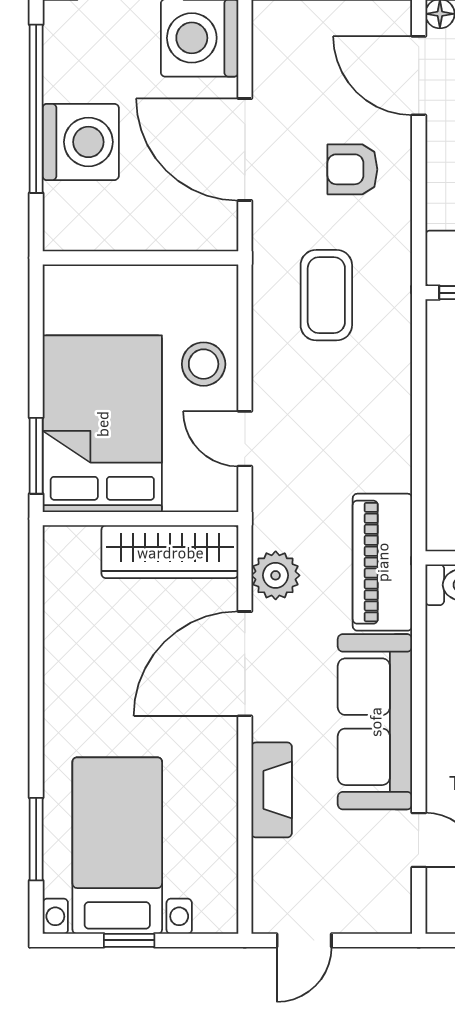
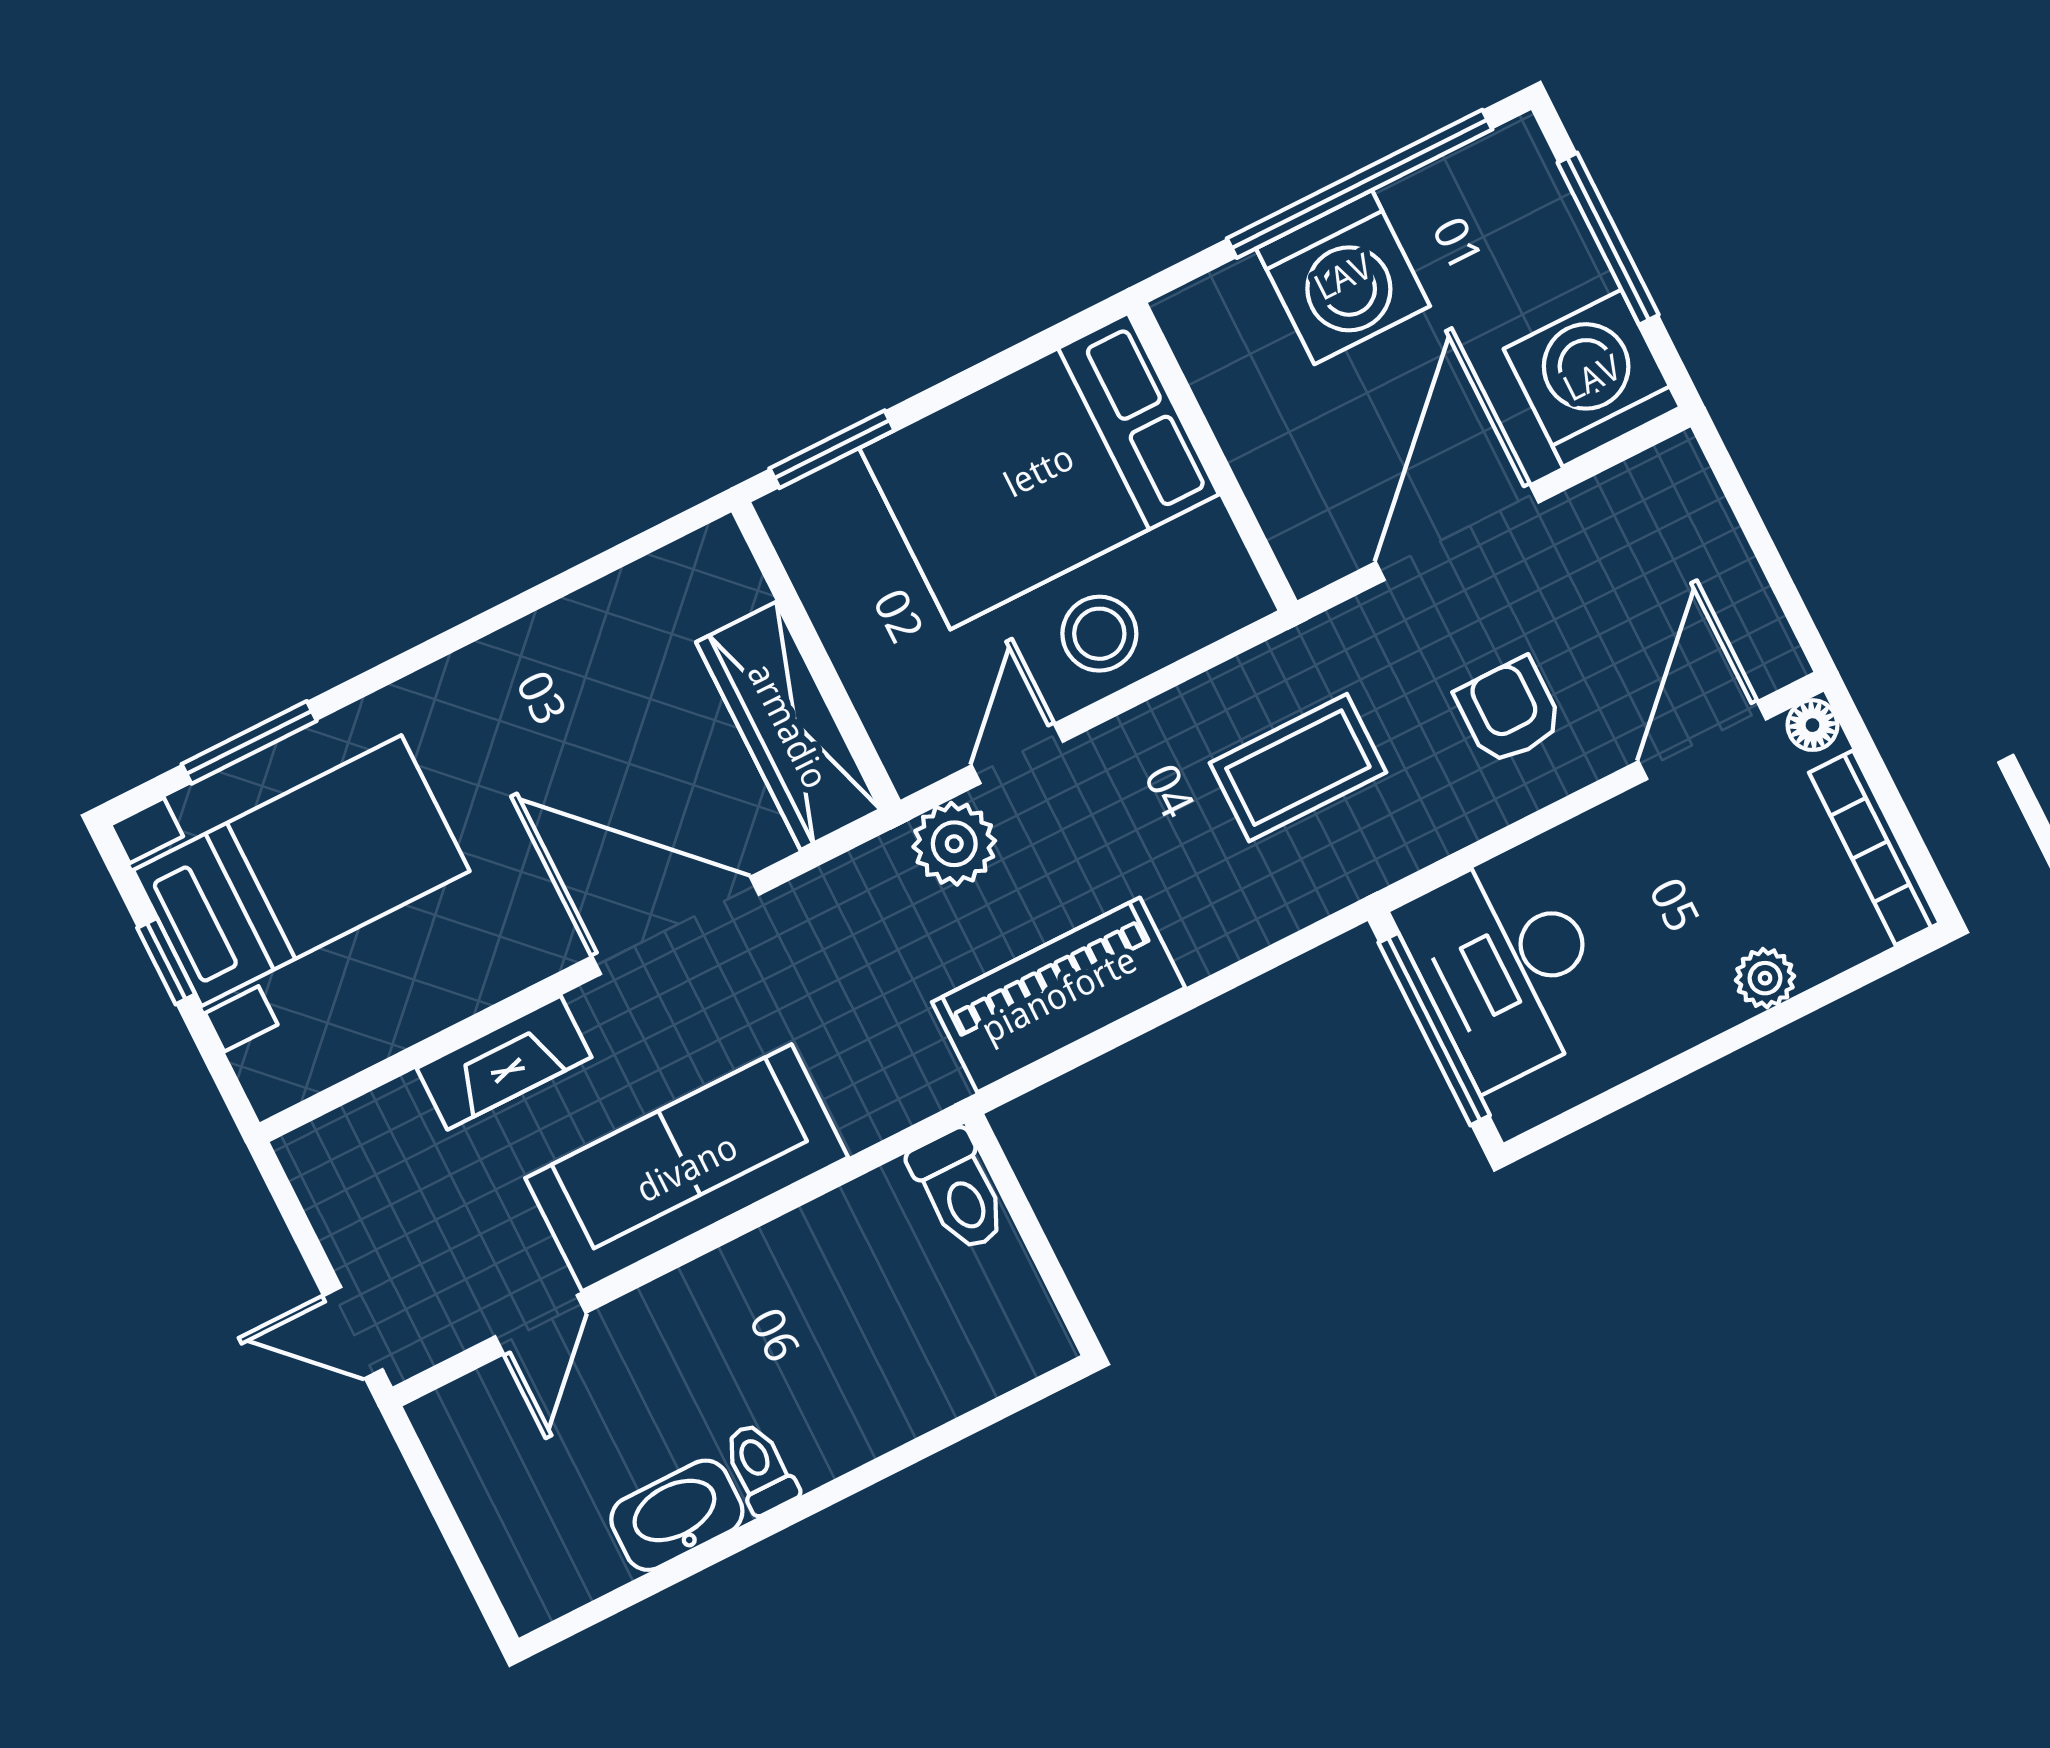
bed: (102, 424) -> (1039, 471), moved, turned 180
piano: (382, 562) -> (1059, 995), moved
plant: (276, 575) -> (954, 844), moved
door: (304, 940) -> (353, 1333), moved

